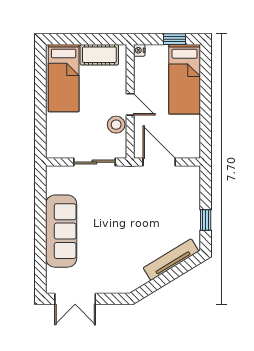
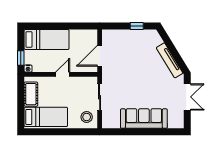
window: (175, 39) -> (21, 58), moved
stool: (116, 125) -> (87, 117), moved
tv unit: (171, 260) -> (170, 60), moved
double door: (75, 299) -> (187, 97), moved

